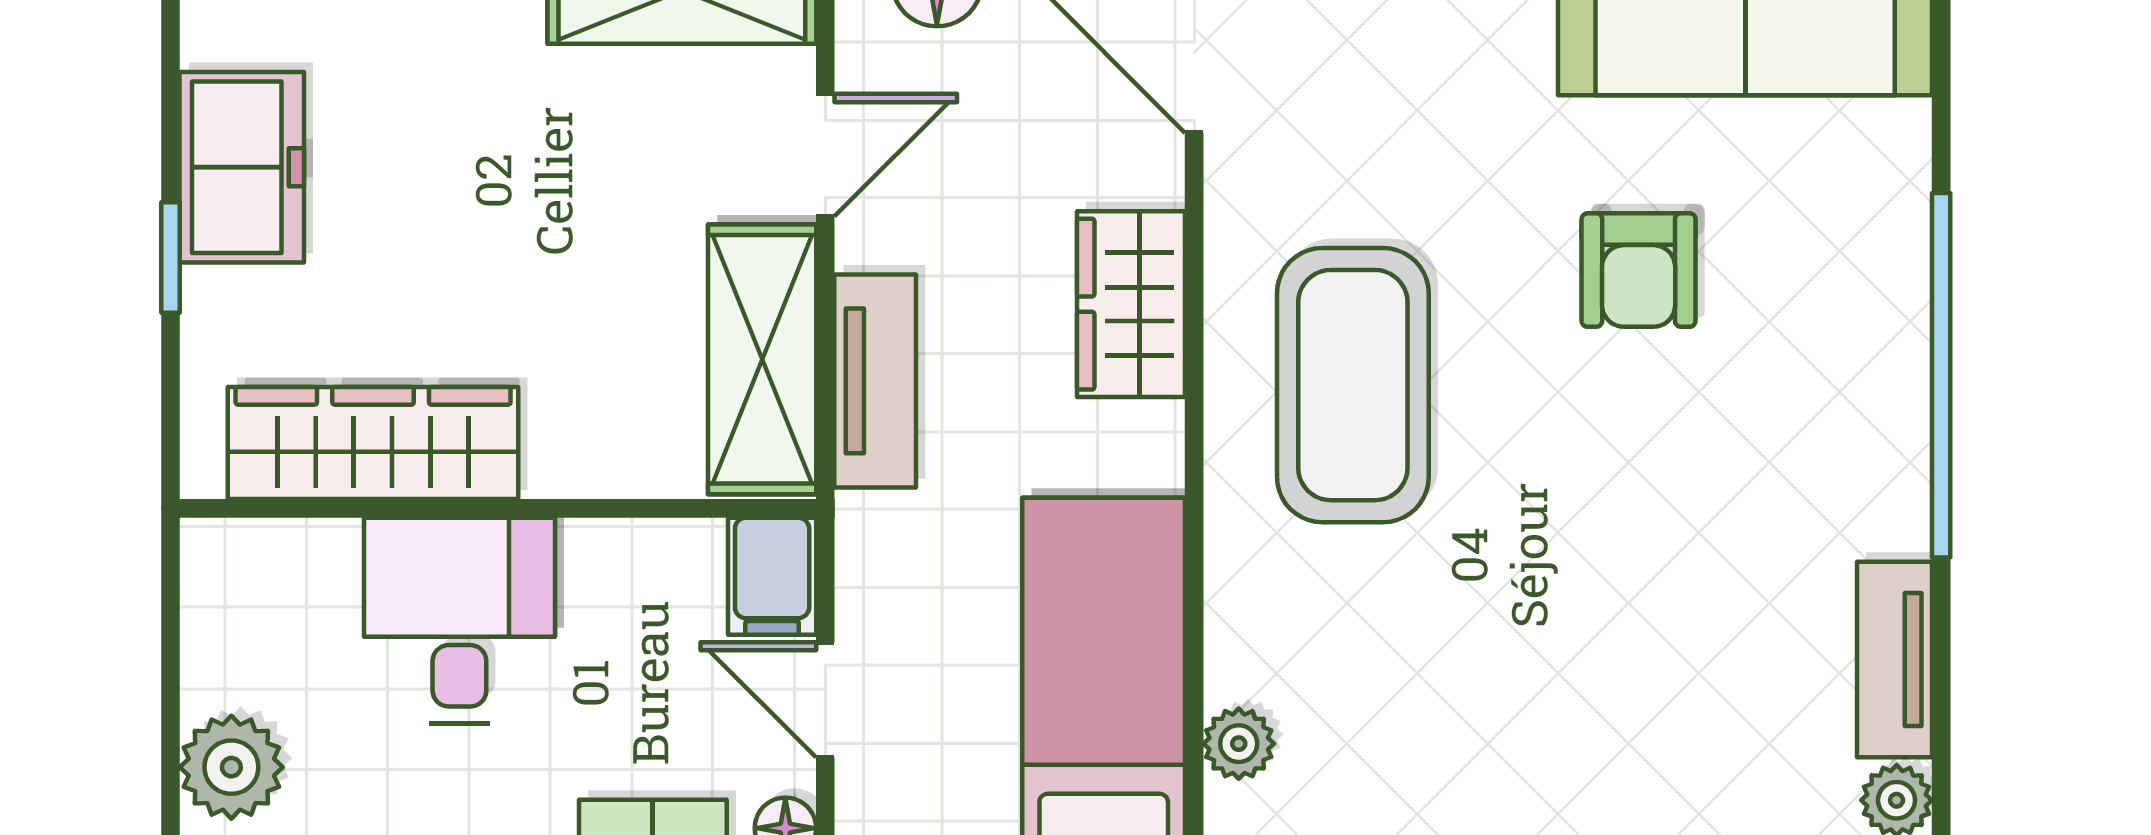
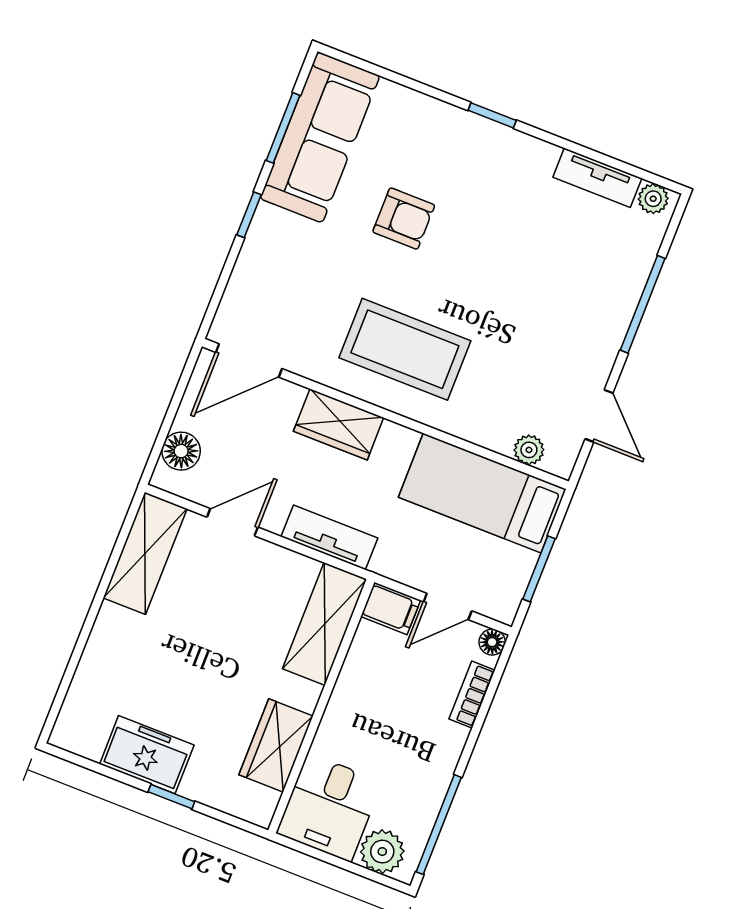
door: (825, 155) -> (232, 522), hinge flipped
shelving: (762, 359) -> (325, 624), moved, turned 90
window: (1941, 375) -> (492, 115), width x0.32
wardrobe: (373, 443) -> (276, 745), width x0.67
desk: (459, 620) -> (329, 807), moved, turned -90

